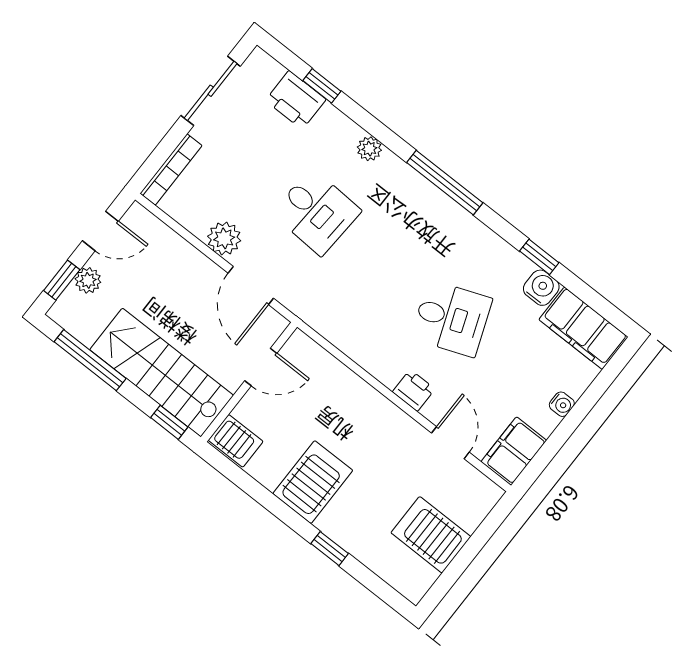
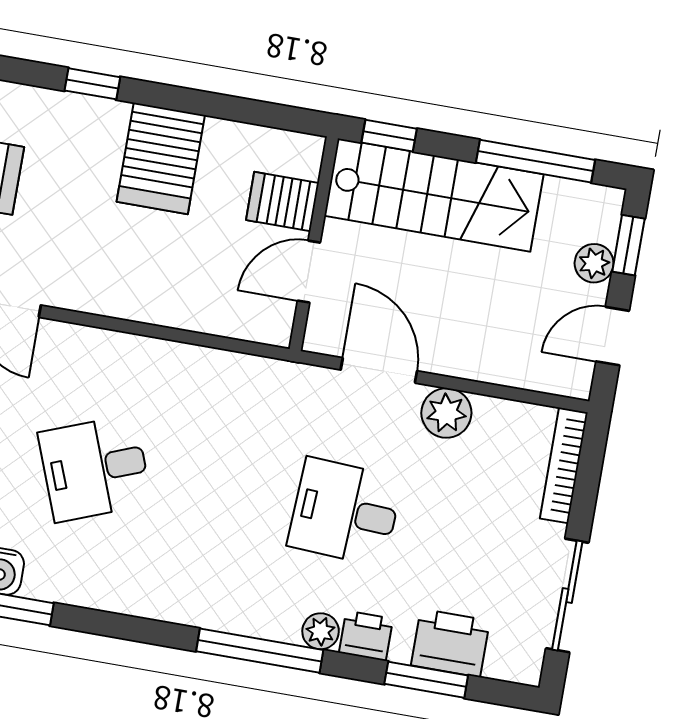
window: (322, 86) -> (426, 680), width x1.50
window: (445, 183) -> (260, 651), moved
printer: (414, 390) -> (366, 636), moved, turned 180
server rack: (236, 441) -> (282, 202), moved

